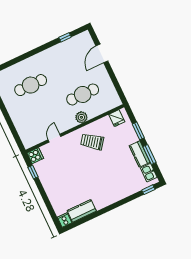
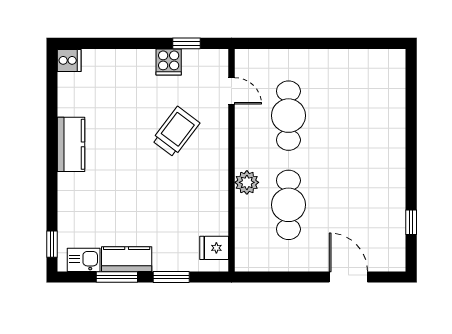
cafe table: (31, 85) -> (288, 116), moved
door: (54, 138) -> (232, 91), moved
trolley: (92, 142) -> (176, 132), moved
cooker: (35, 156) -> (169, 62), moved
kitchen counter: (82, 211) -> (71, 144), moved

